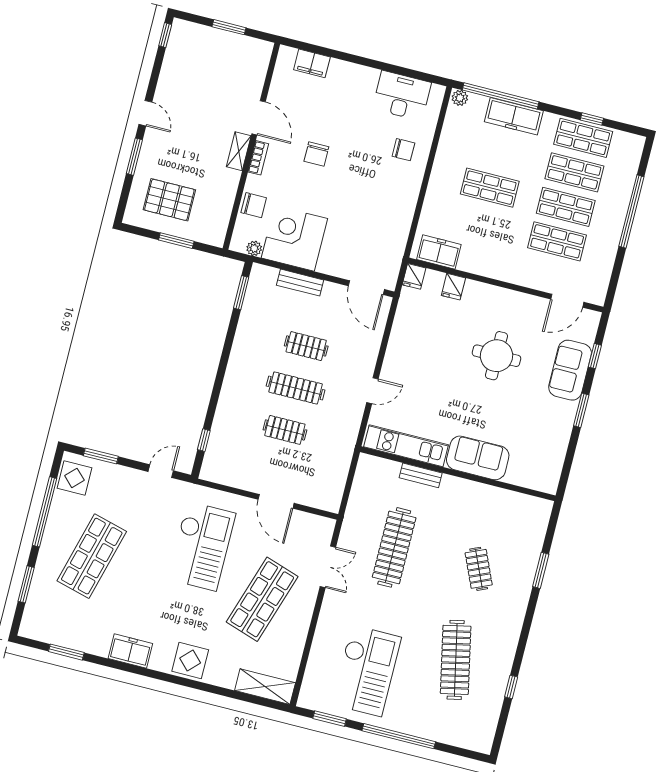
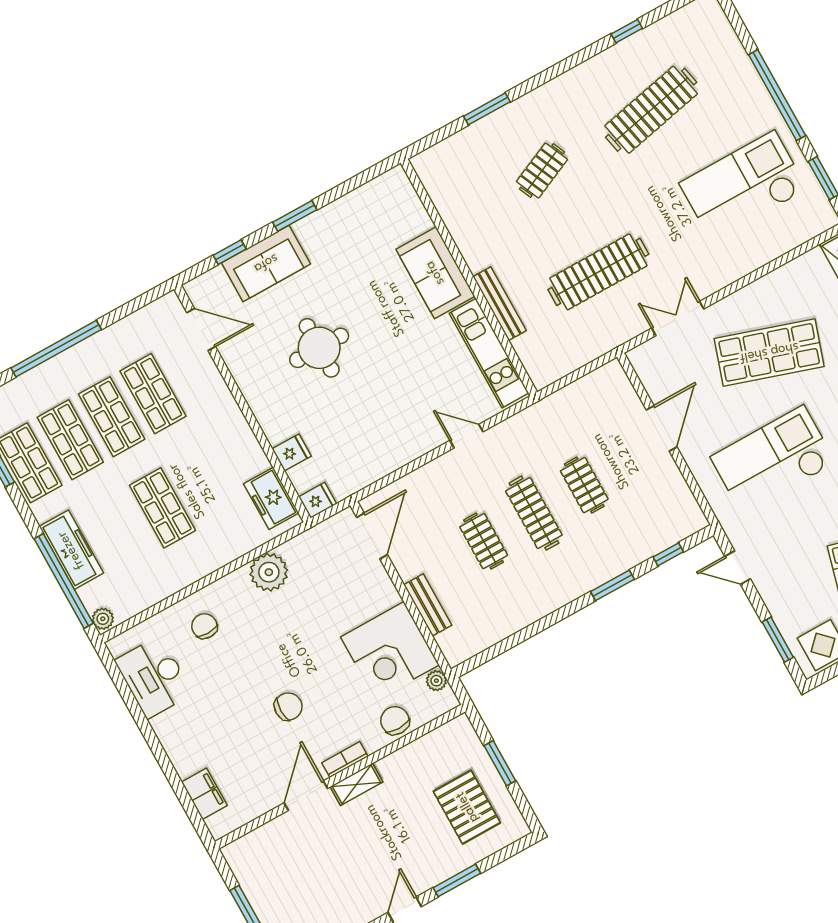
plant: (400, 213) -> (269, 572), added
window: (241, 293) -> (612, 585), moved
bench: (421, 475) -> (500, 304), width x1.36

